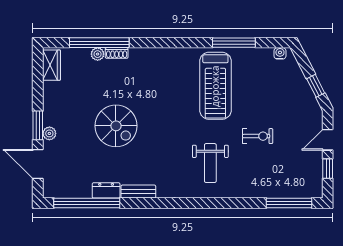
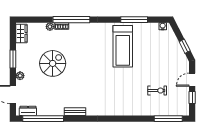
window: (99, 43) -> (71, 20), moved
window: (38, 125) -> (13, 59), moved
spiral stairs: (116, 126) -> (53, 63), moved, turned -90
exercise bike: (258, 136) -> (157, 91), moved
weight bench: (210, 163) -> (120, 94), removed
dresser: (106, 190) -> (28, 111), moved

